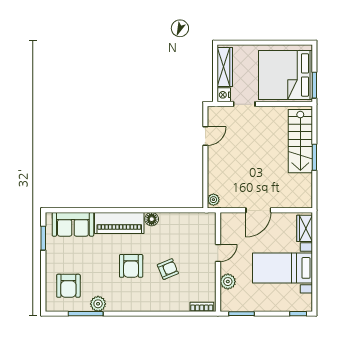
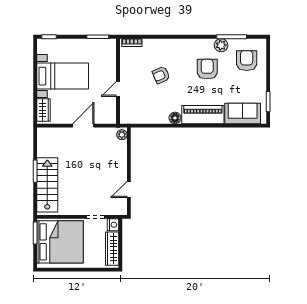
armchair: (131, 266) -> (207, 69), moved
plant: (228, 282) -> (110, 64), removed

